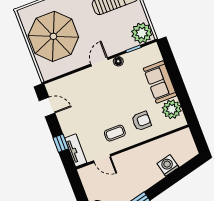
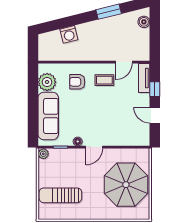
plant: (142, 33) -> (43, 154), width x0.53, depth x0.53
sofa: (160, 82) -> (48, 116), width x1.36
door: (47, 107) -> (155, 115), moved
door: (102, 158) -> (124, 62), swing flipped

